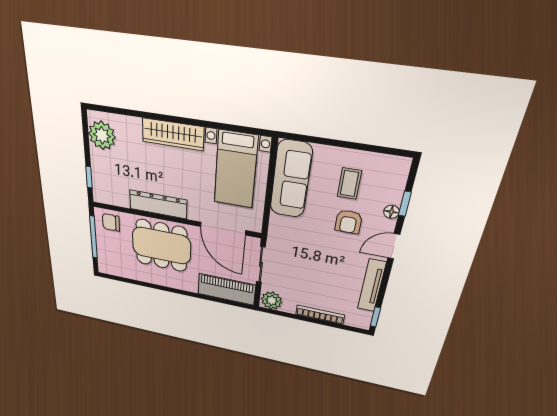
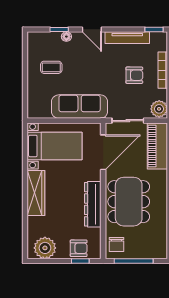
armchair: (104, 178) -> (79, 248), added
sofa: (291, 179) -> (80, 107), moved
armchair: (348, 222) -> (134, 75), moved

